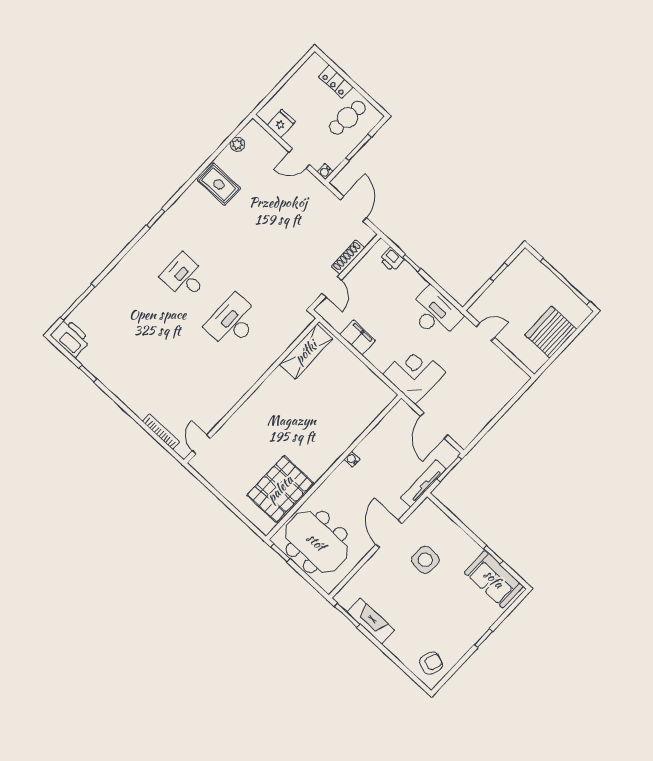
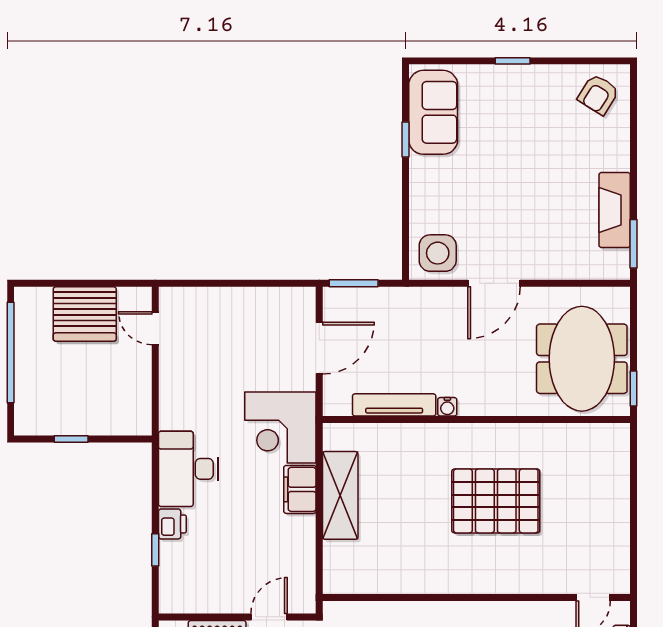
printer: (392, 259) -> (172, 524), moved
door: (485, 332) -> (155, 328), moved
filing cabinet: (358, 337) -> (300, 489), moved
shelving: (306, 352) -> (340, 495), moved, turned 90
tv unit: (423, 483) -> (394, 405), moved, turned 180
pallet: (280, 489) -> (496, 501), moved
side table: (425, 560) -> (438, 253), moved
armchair: (431, 663) -> (598, 94), turned -78

